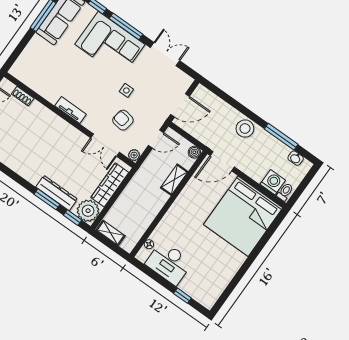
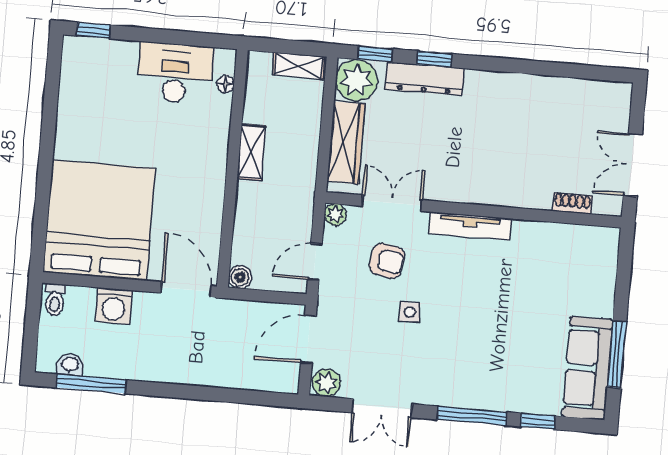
corner sofa: (110, 44) -> (481, 371), removed
plant: (183, 81) -> (326, 383), added
tv unit: (71, 110) -> (470, 226), width x1.41
stool: (245, 129) -> (181, 364), removed
window: (281, 137) -> (91, 384), moved
door: (222, 161) -> (186, 289), hinge flipped
shelving: (174, 180) -> (251, 152), moved
washing machine: (273, 182) -> (114, 306), moved
window: (47, 199) -> (434, 59), width x0.67
window: (182, 296) -> (93, 30), moved

